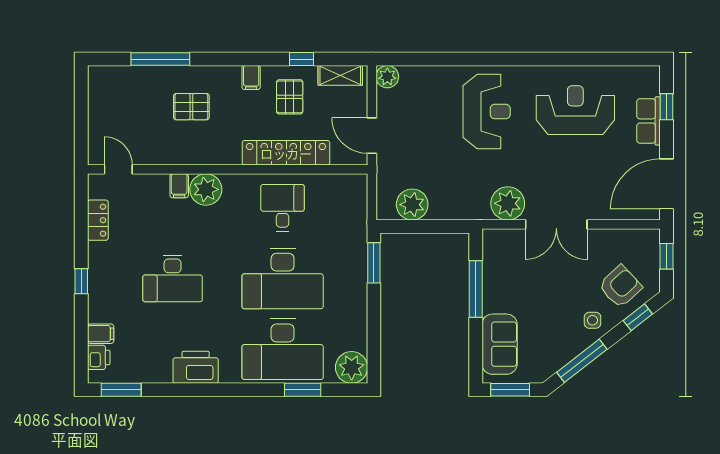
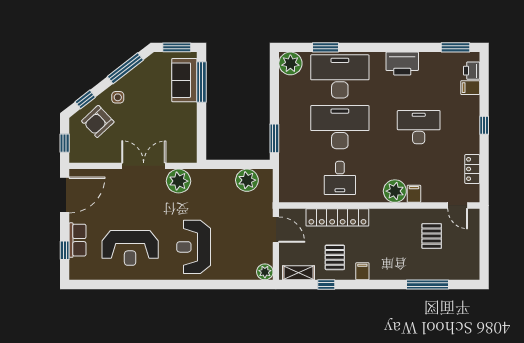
pallet: (191, 107) -> (432, 236), moved, turned 90
window: (476, 289) -> (201, 82), moved

